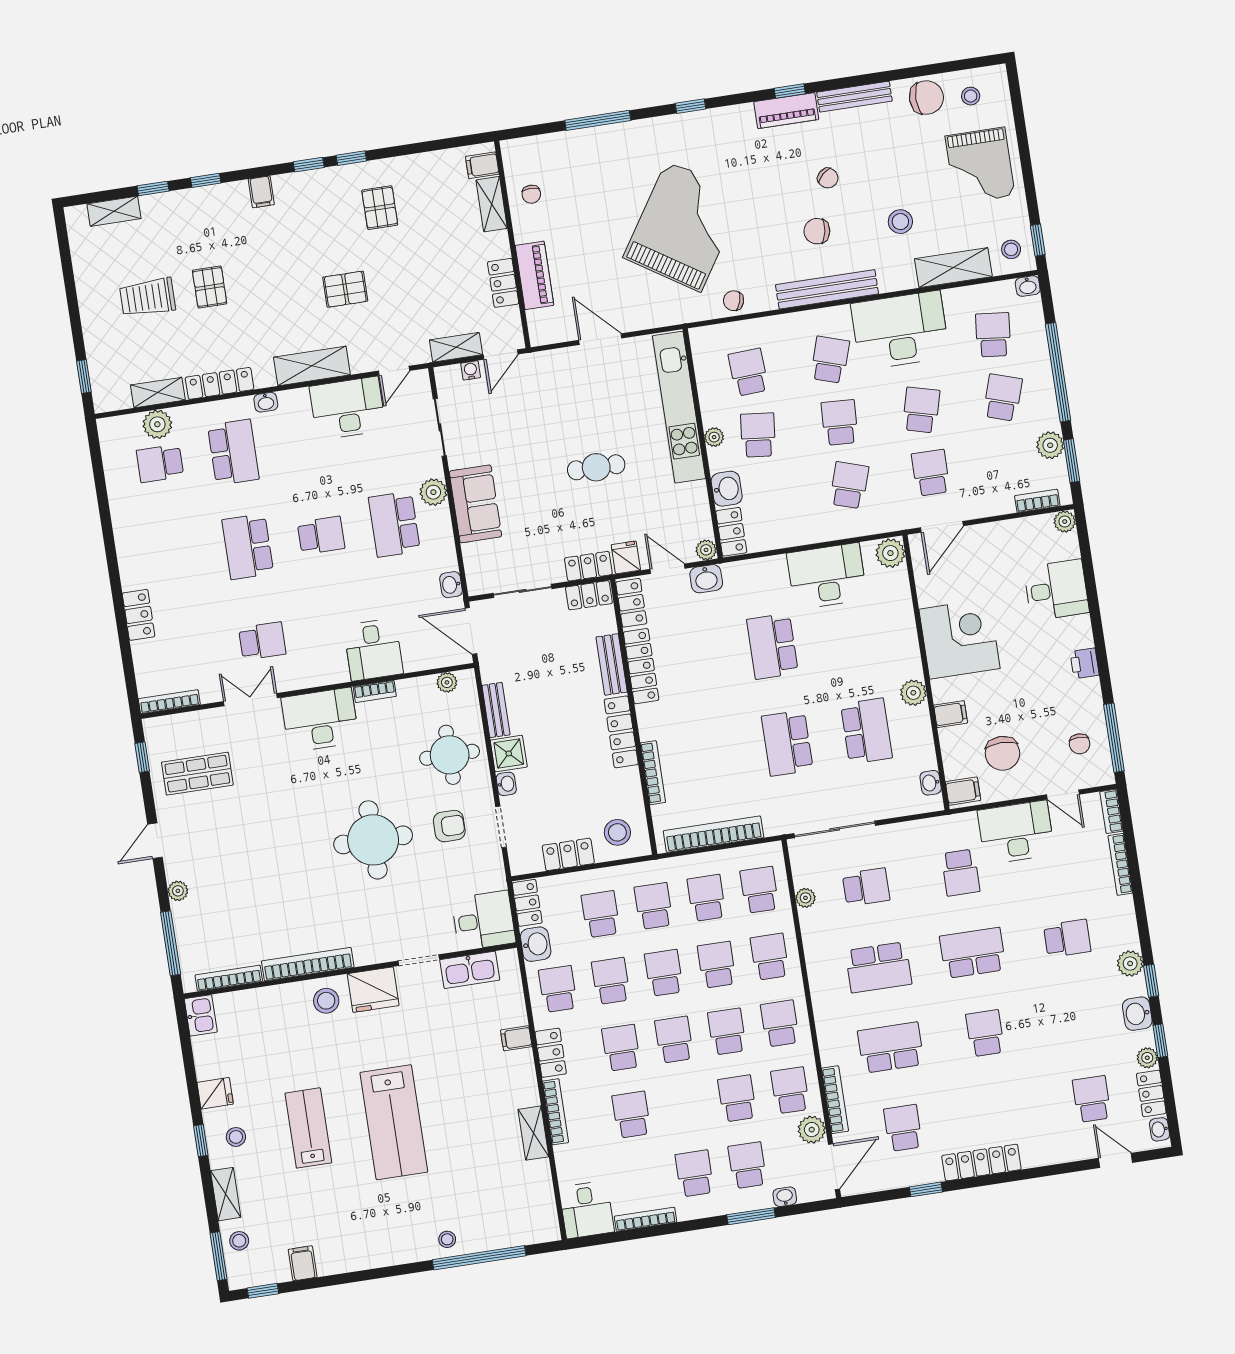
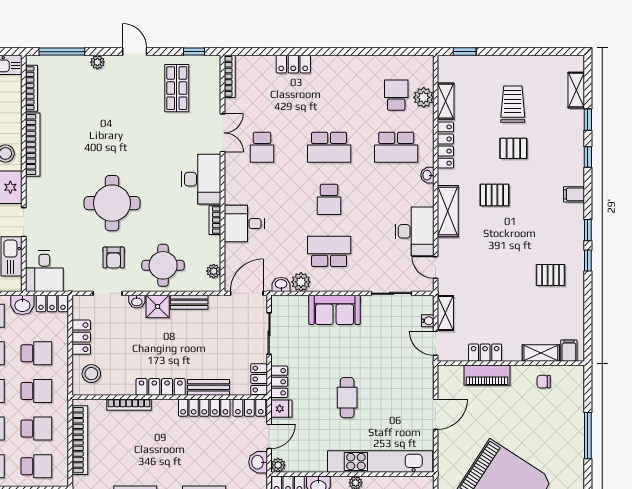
pallet: (345, 289) -> (495, 195), moved, turned 90
plant: (433, 492) -> (301, 282), moved
school desk: (248, 547) -> (329, 147), turned 180

